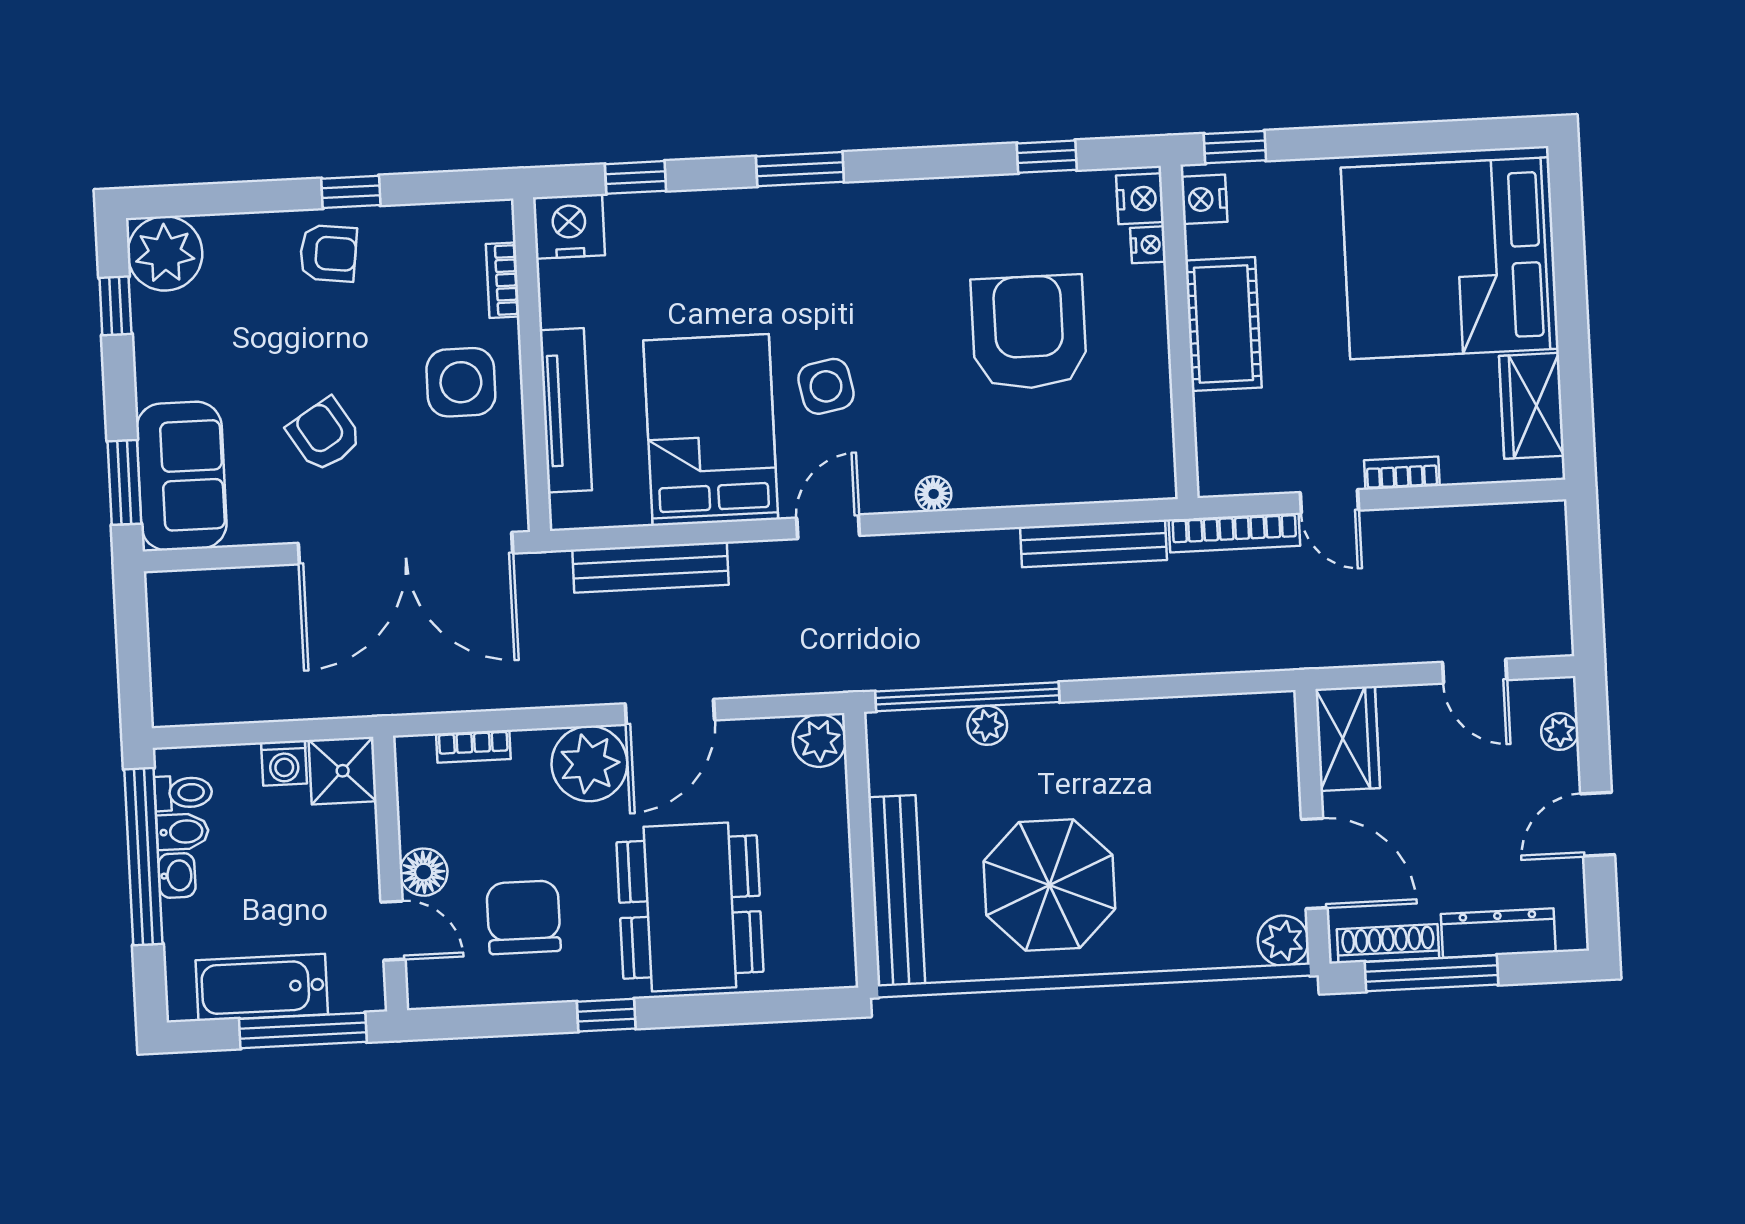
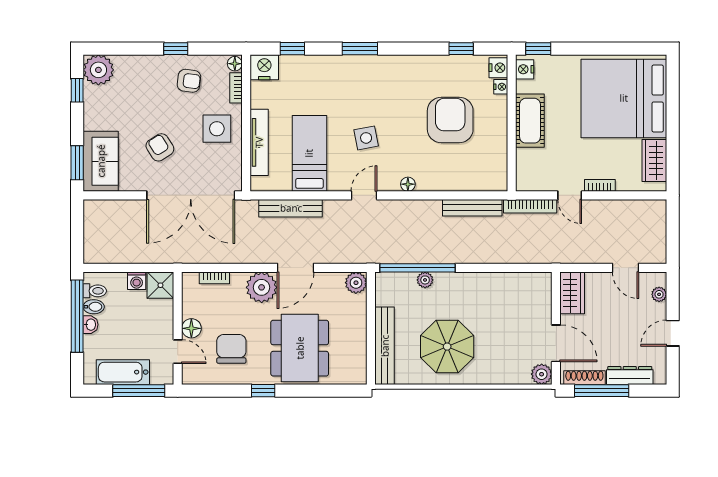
floor lamp: (497, 221) -> (235, 64), added
armchair: (328, 253) -> (189, 81), moved
bed: (711, 430) -> (309, 153), width x0.67

